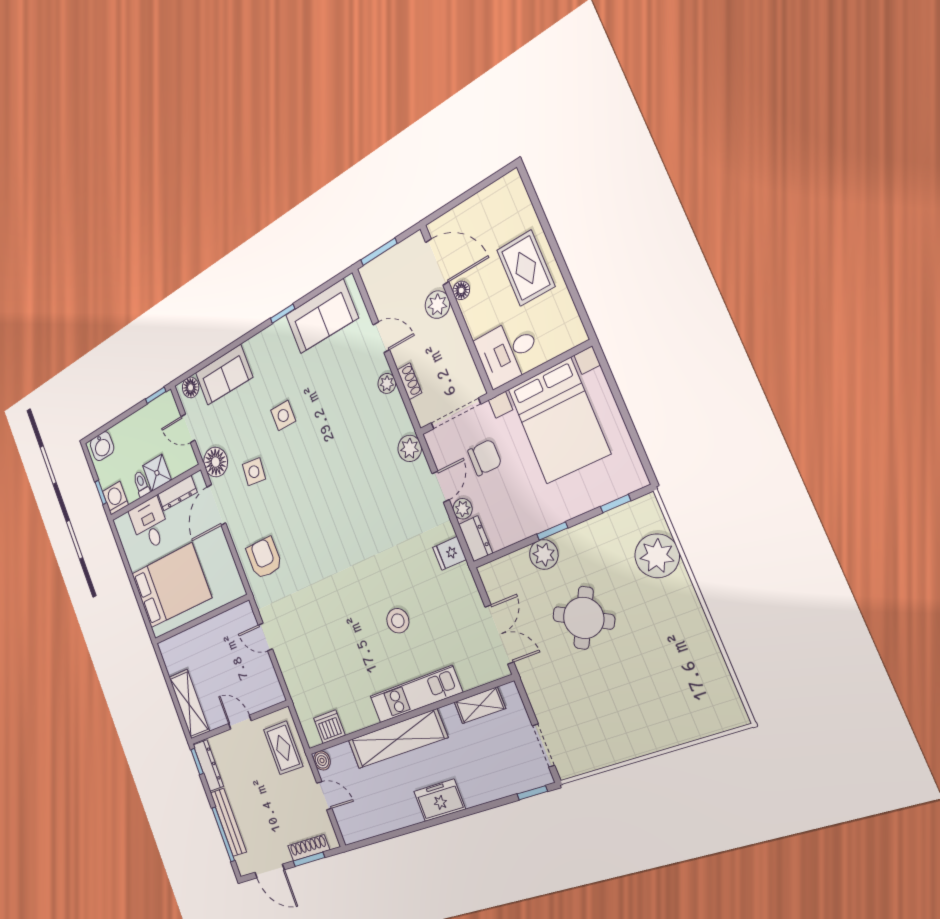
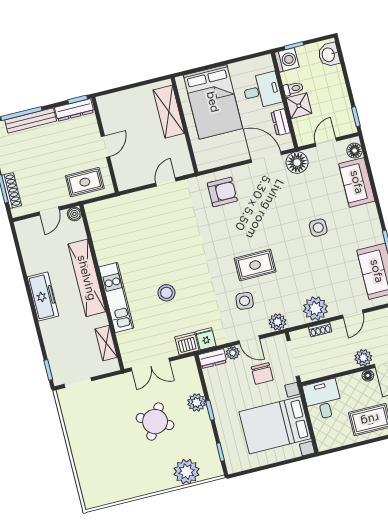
plant: (387, 383) -> (315, 309), width x1.88, depth x1.88
side table: (254, 472) -> (245, 301), moved
dresser: (177, 493) -> (281, 122), width x0.70
rug: (342, 496) -> (255, 265), added
shelving: (189, 704) -> (169, 112), moved, turned 90
dishwasher: (329, 727) -> (187, 344), moved, turned -90
freezer: (440, 800) -> (43, 297), width x1.40

